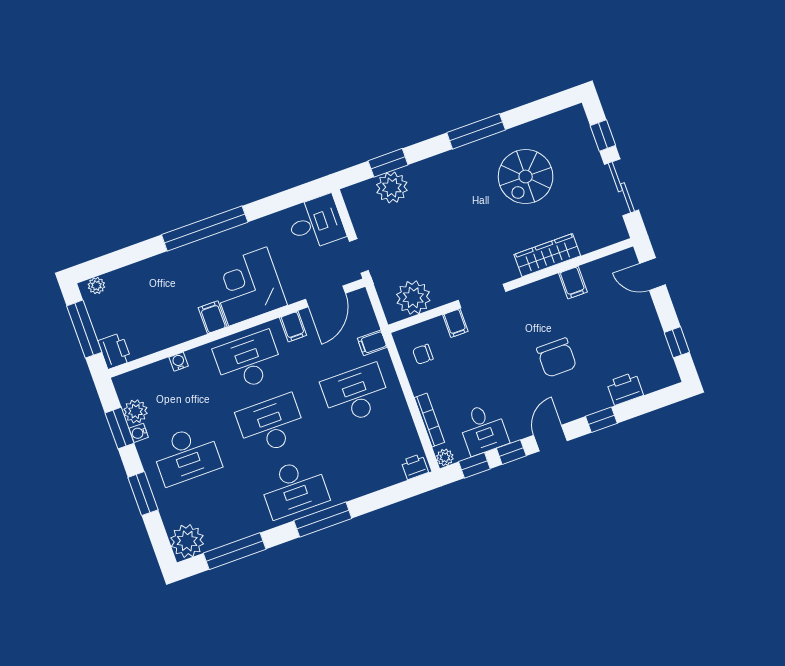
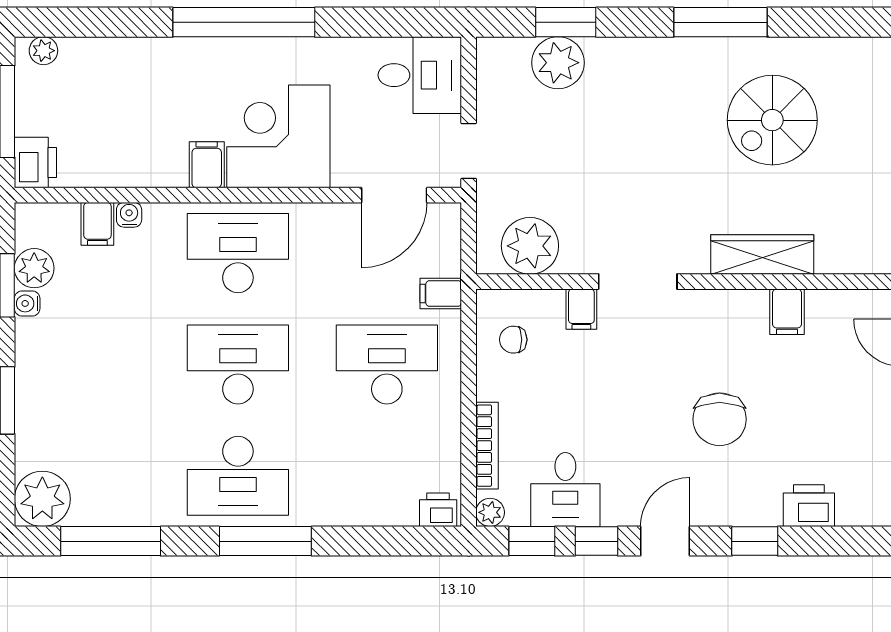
filing cabinet: (293, 326) -> (97, 224), moved
desk: (186, 455) -> (89, 364), removed

